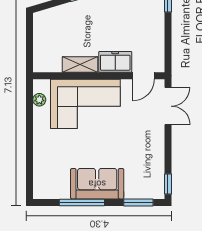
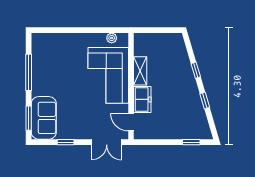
sofa: (97, 184) -> (44, 118), moved
window: (168, 184) -> (66, 142), moved

